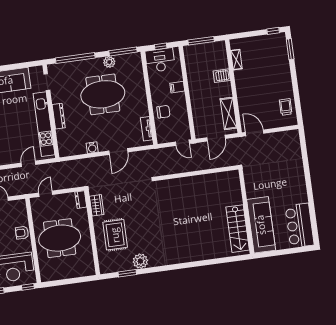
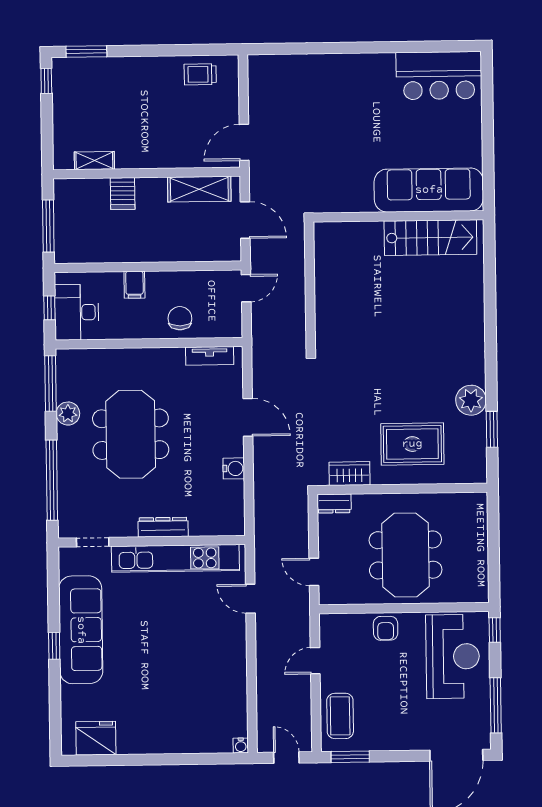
wall: (246, 211) -> (398, 216), moved
sofa: (261, 225) -> (429, 190), moved
stairs: (238, 229) -> (430, 238), moved

